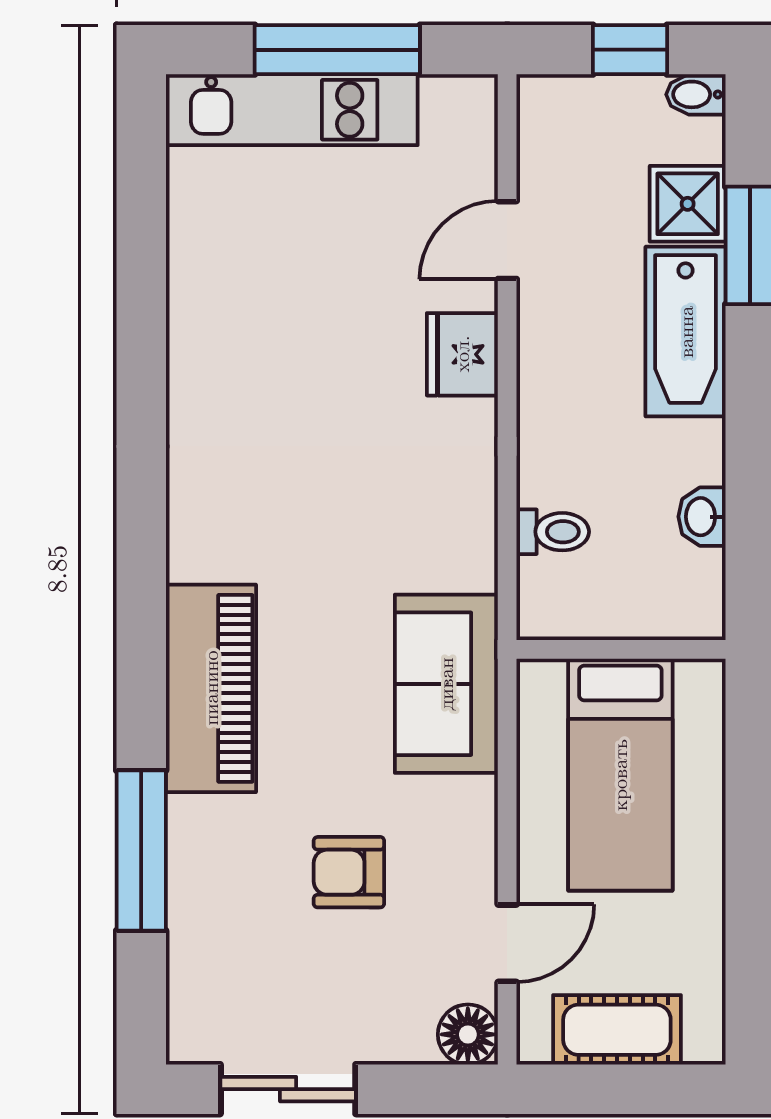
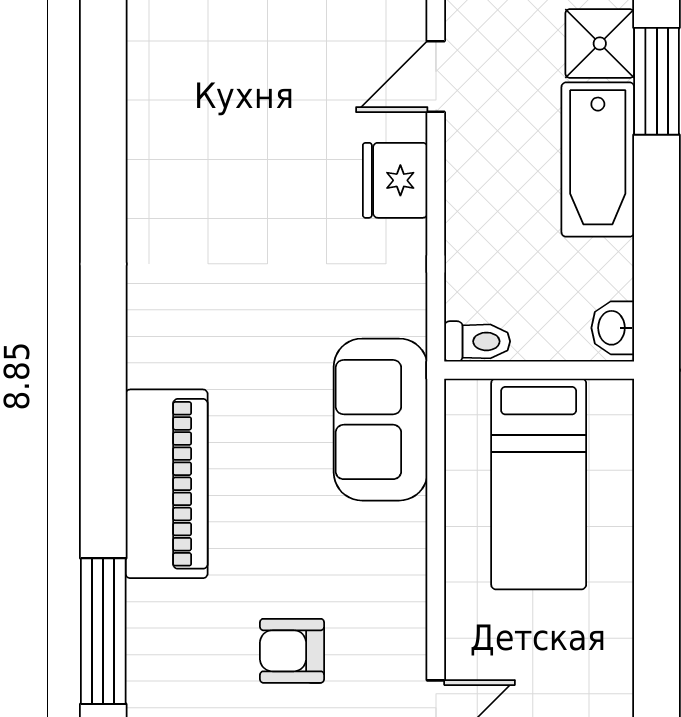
wall: (621, 649) -> (539, 370), moved
sofa: (446, 684) -> (381, 420), moved
bed: (620, 775) -> (539, 484), moved

